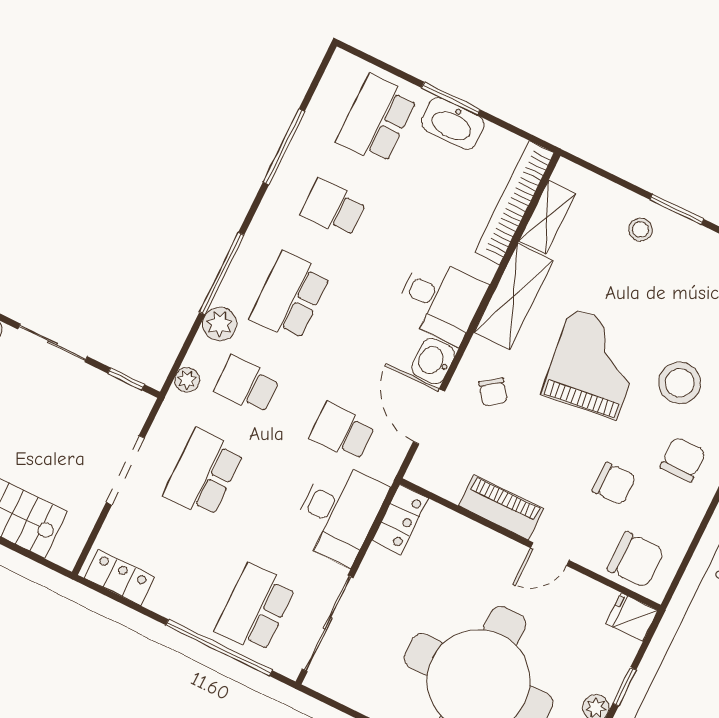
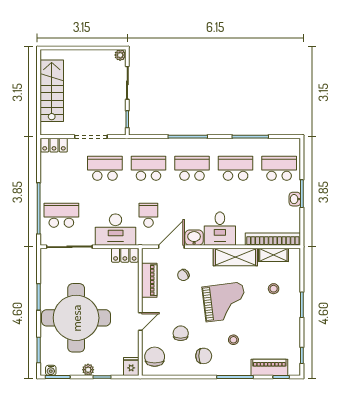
washbasin: (453, 123) -> (295, 199), width x0.52, depth x0.69
school desk: (333, 208) -> (236, 168), width x1.85
stool: (640, 230) -> (274, 289), moved
plant: (220, 324) -> (167, 146), removed
plant: (187, 380) -> (139, 144), removed
stool: (680, 383) -> (233, 340), width x0.53, depth x0.53
school desk: (247, 385) -> (148, 168), width x1.85
chair: (493, 392) -> (183, 275), moved
chair: (614, 484) -> (181, 333), turned 180
piano: (501, 507) -> (149, 280), moved
door: (550, 554) -> (140, 322), swing flipped
chair: (636, 560) -> (155, 357), turned 180
locker: (119, 578) -> (54, 145), moved, turned 90

